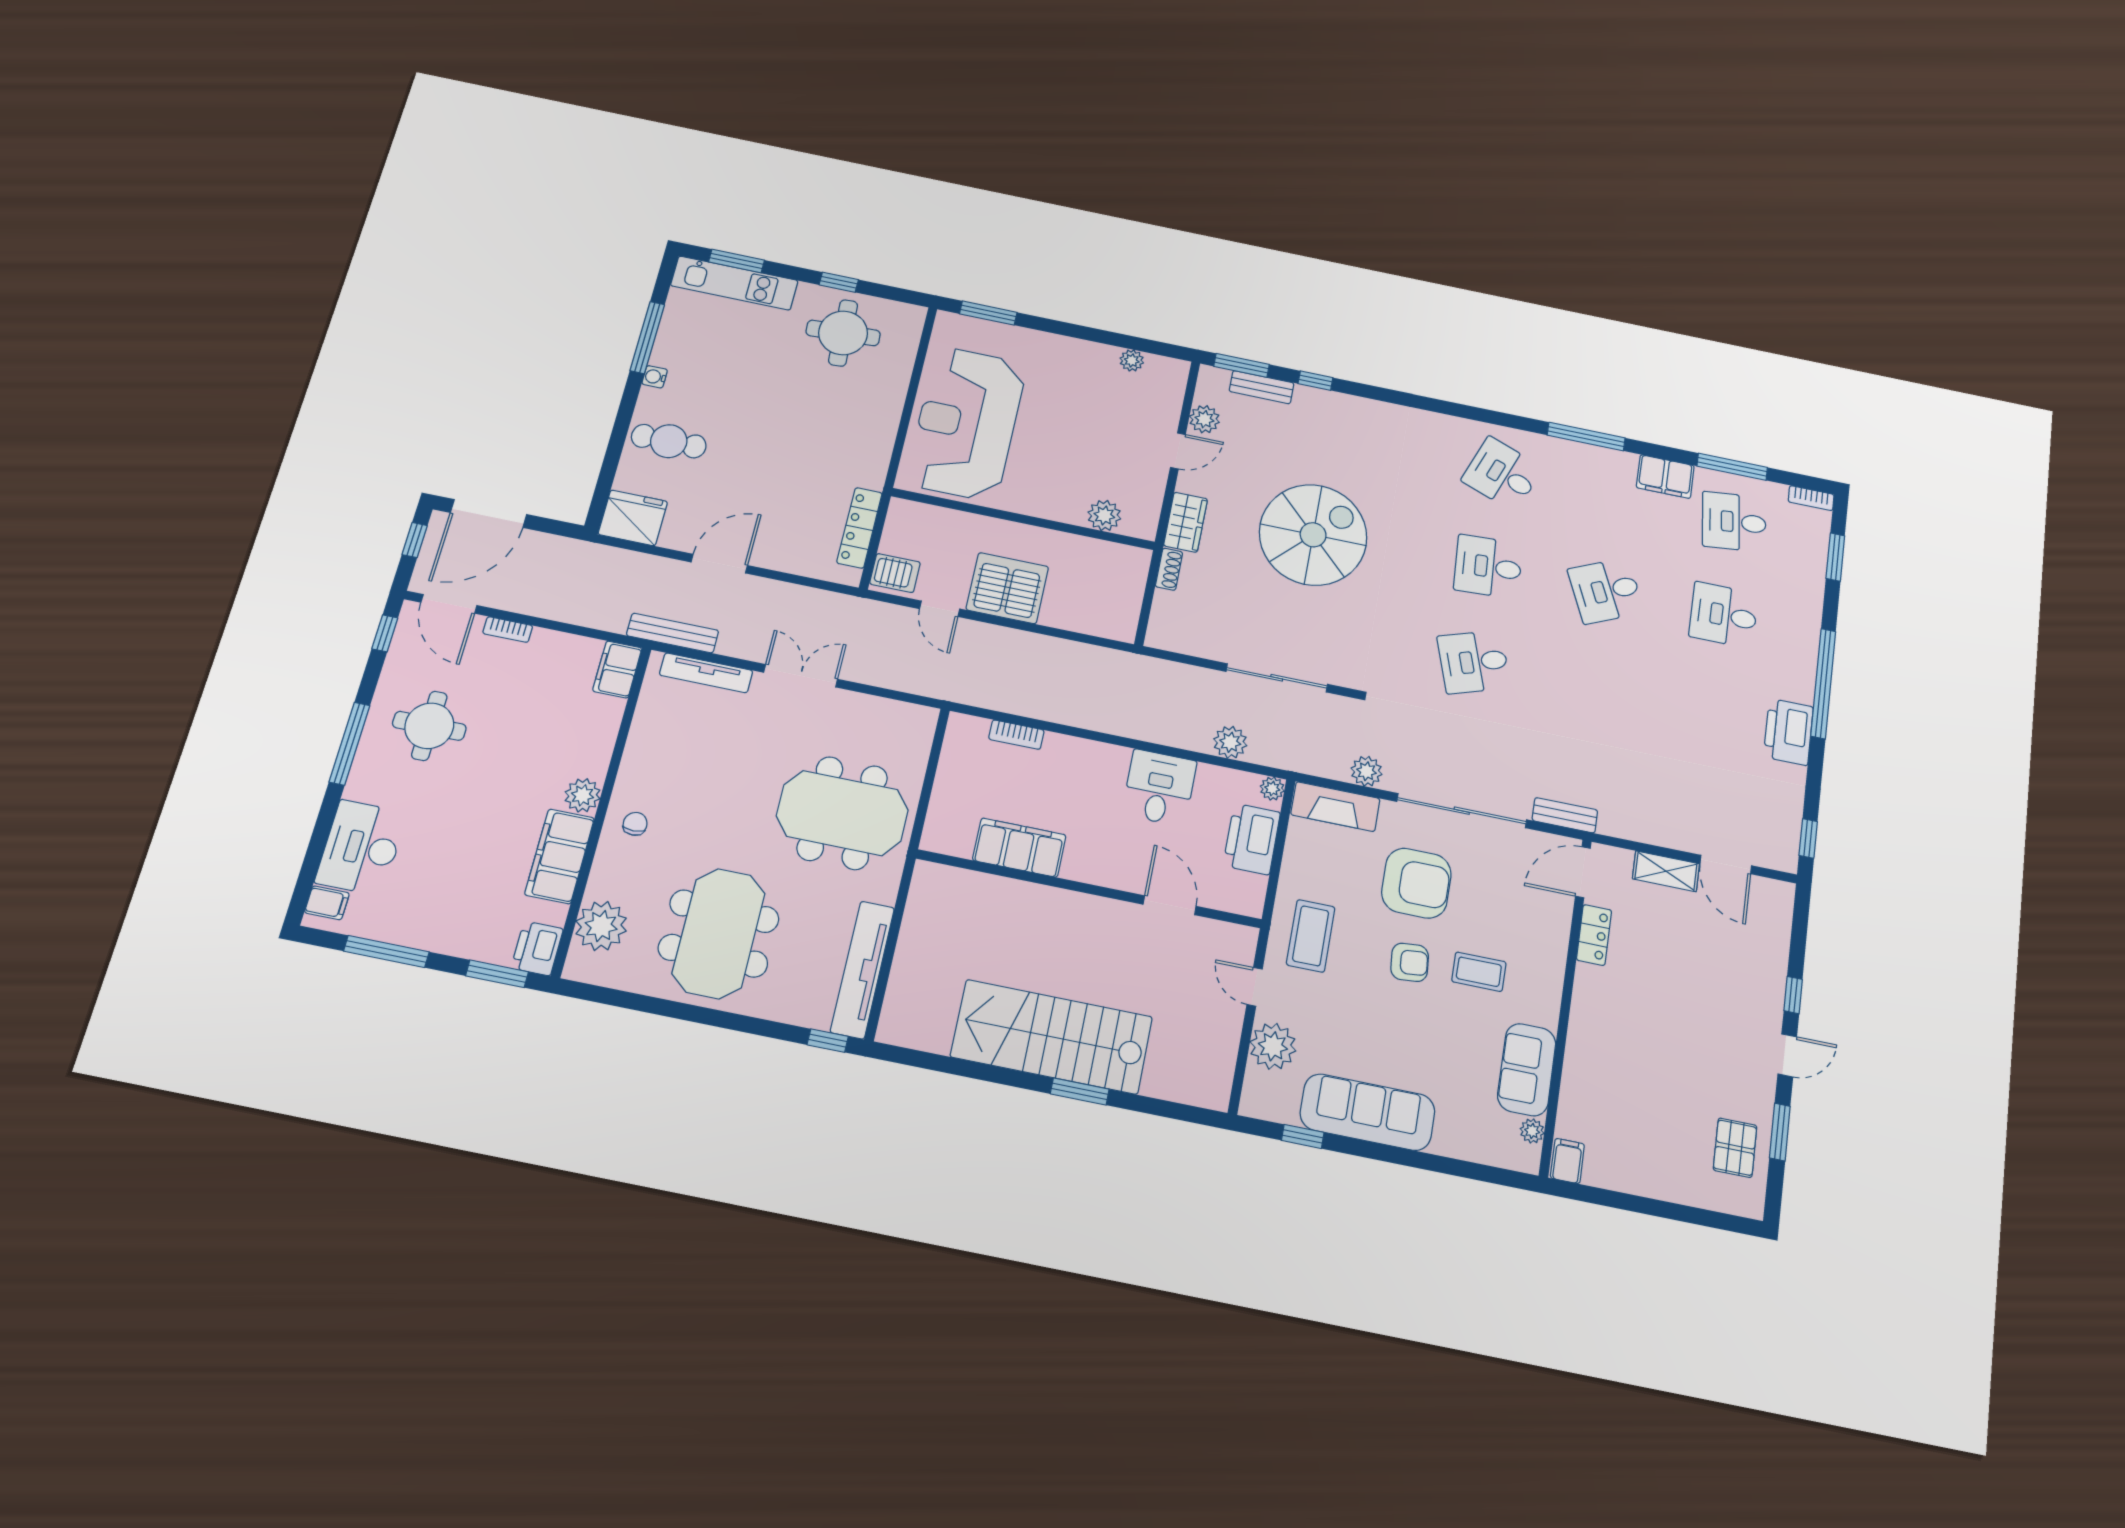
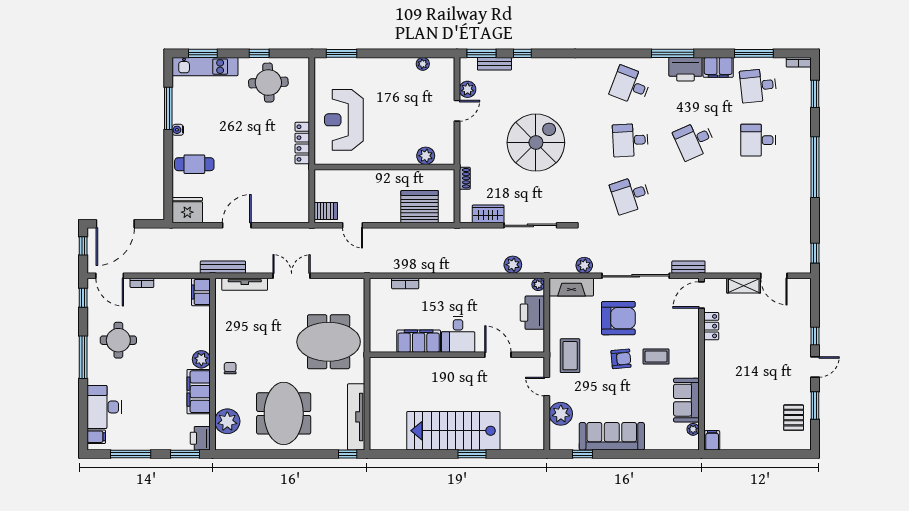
reception desk: (966, 423) -> (344, 120), width x0.74, depth x0.77
wardrobe: (1186, 522) -> (488, 214), moved, turned -90
locker: (859, 528) -> (302, 143), moved
server rack: (1007, 588) -> (420, 207), moved
printer: (1788, 732) -> (685, 69), moved, turned -90
desk: (1159, 788) -> (458, 334), moved, turned 180

